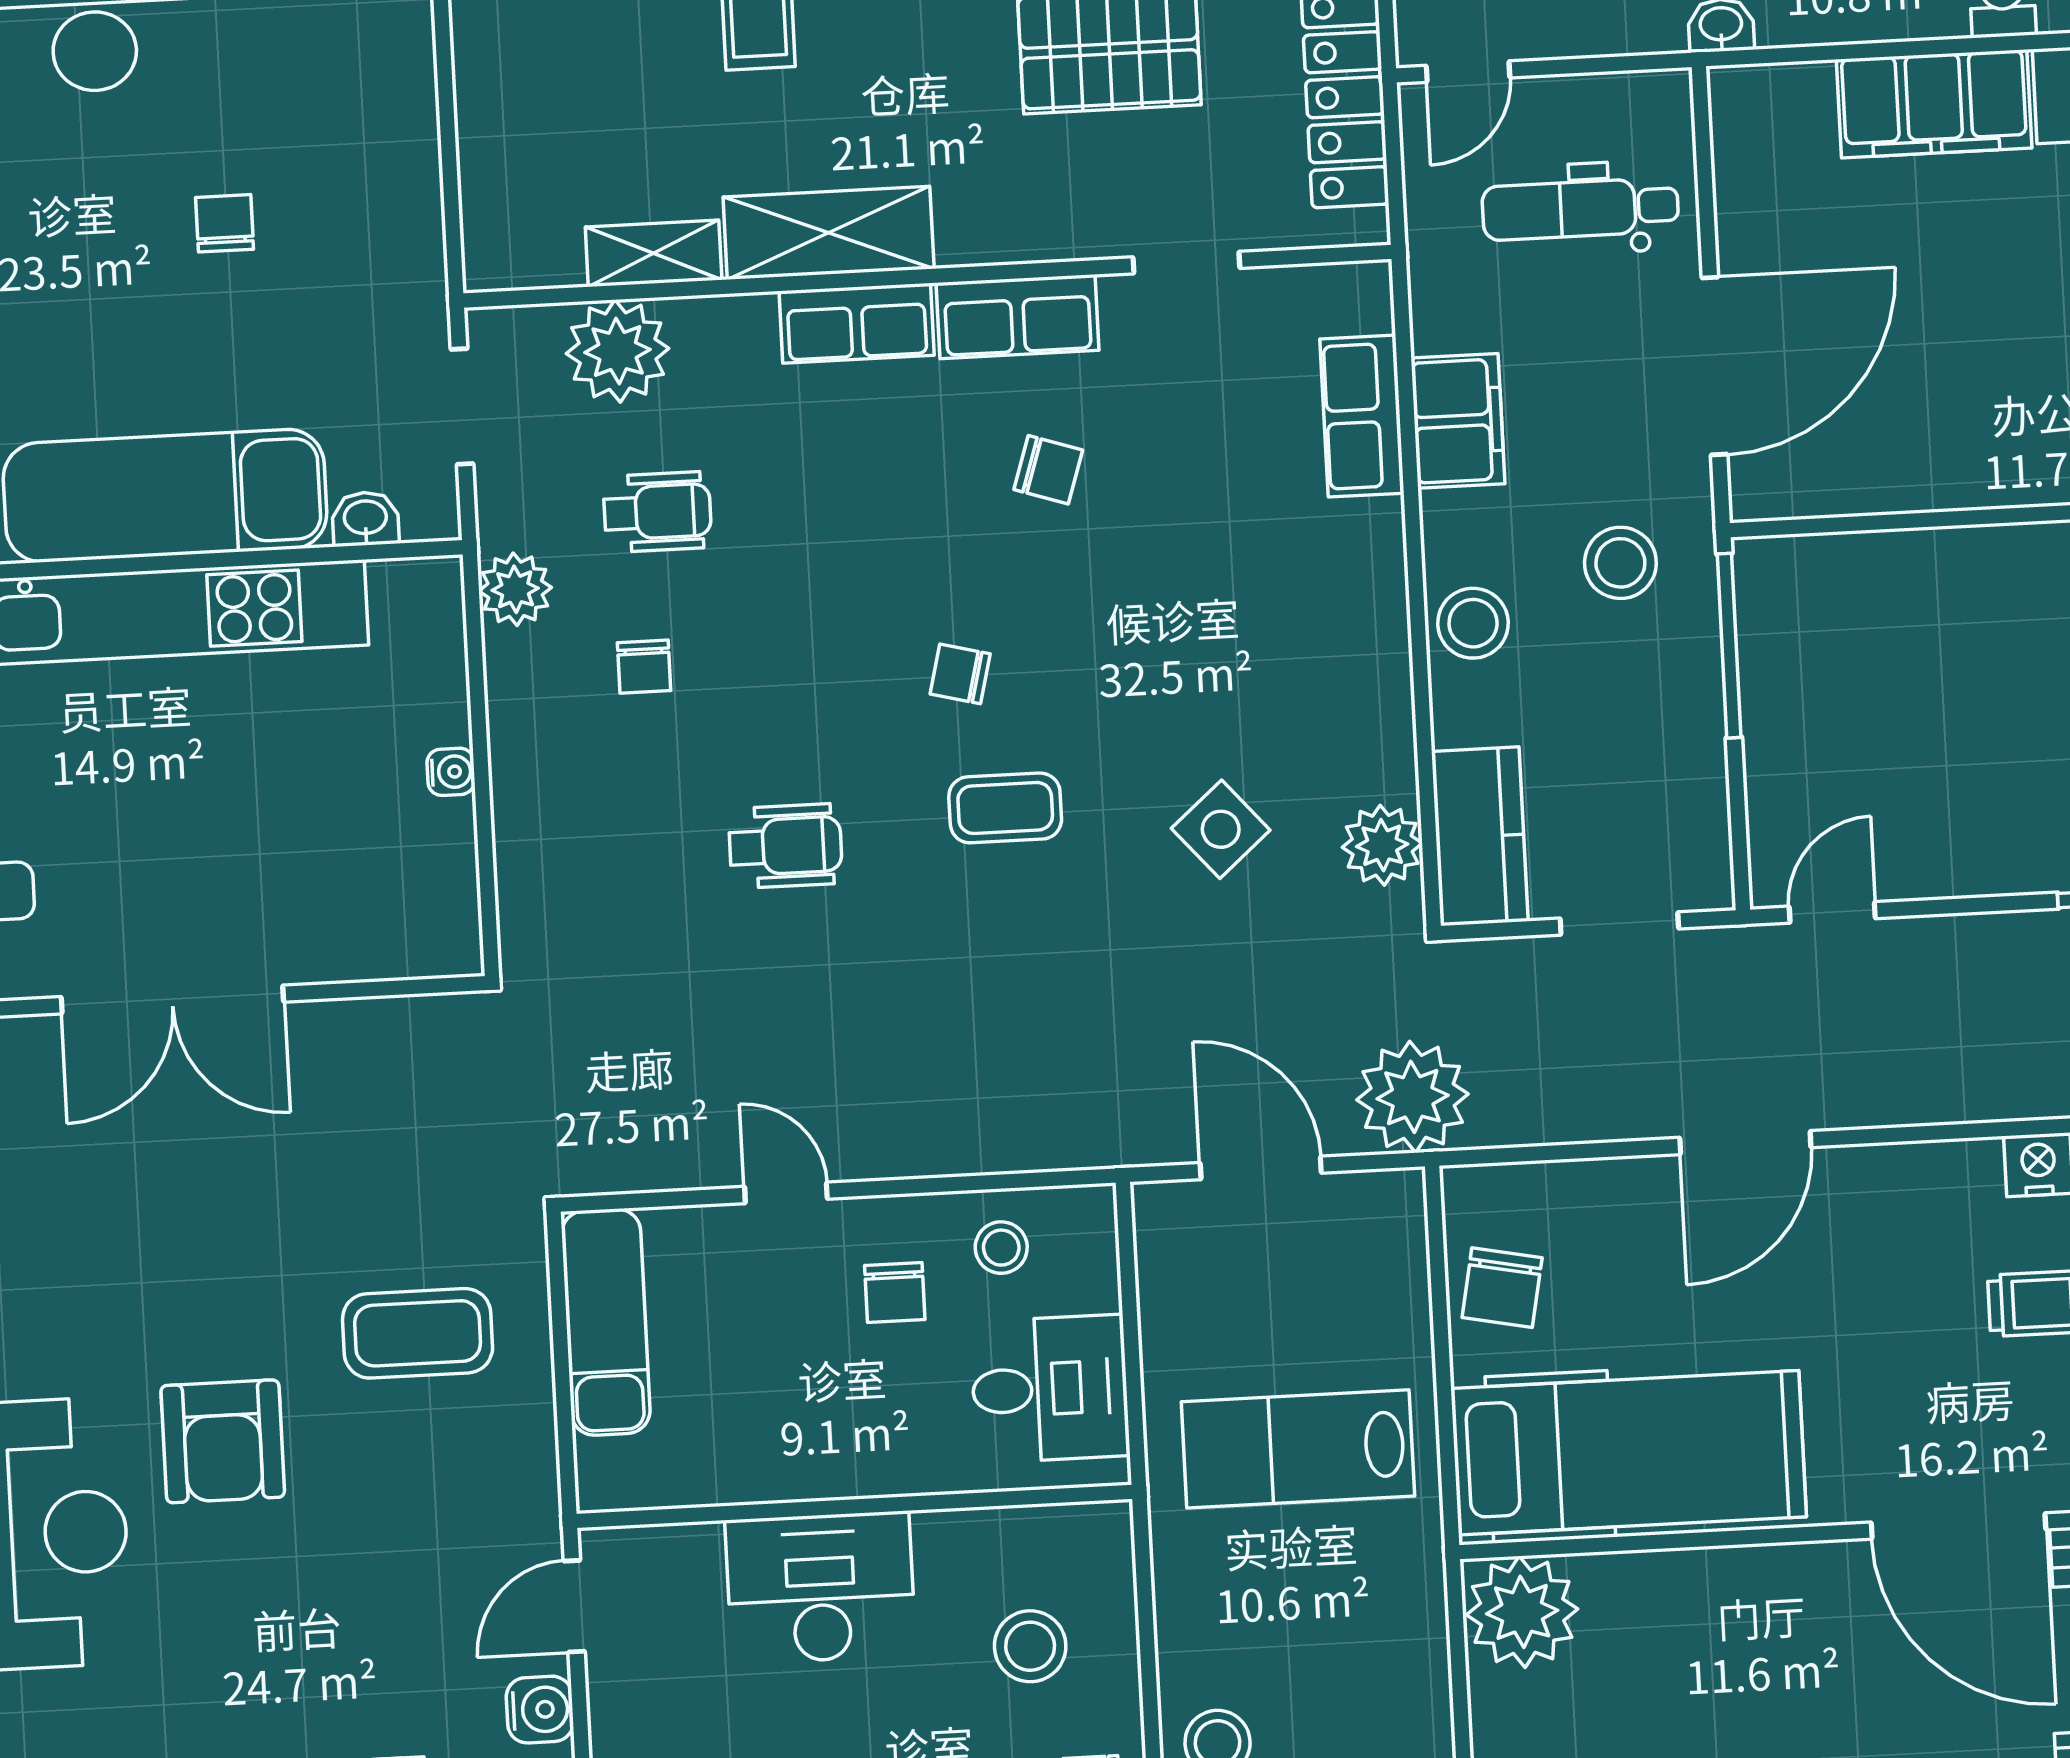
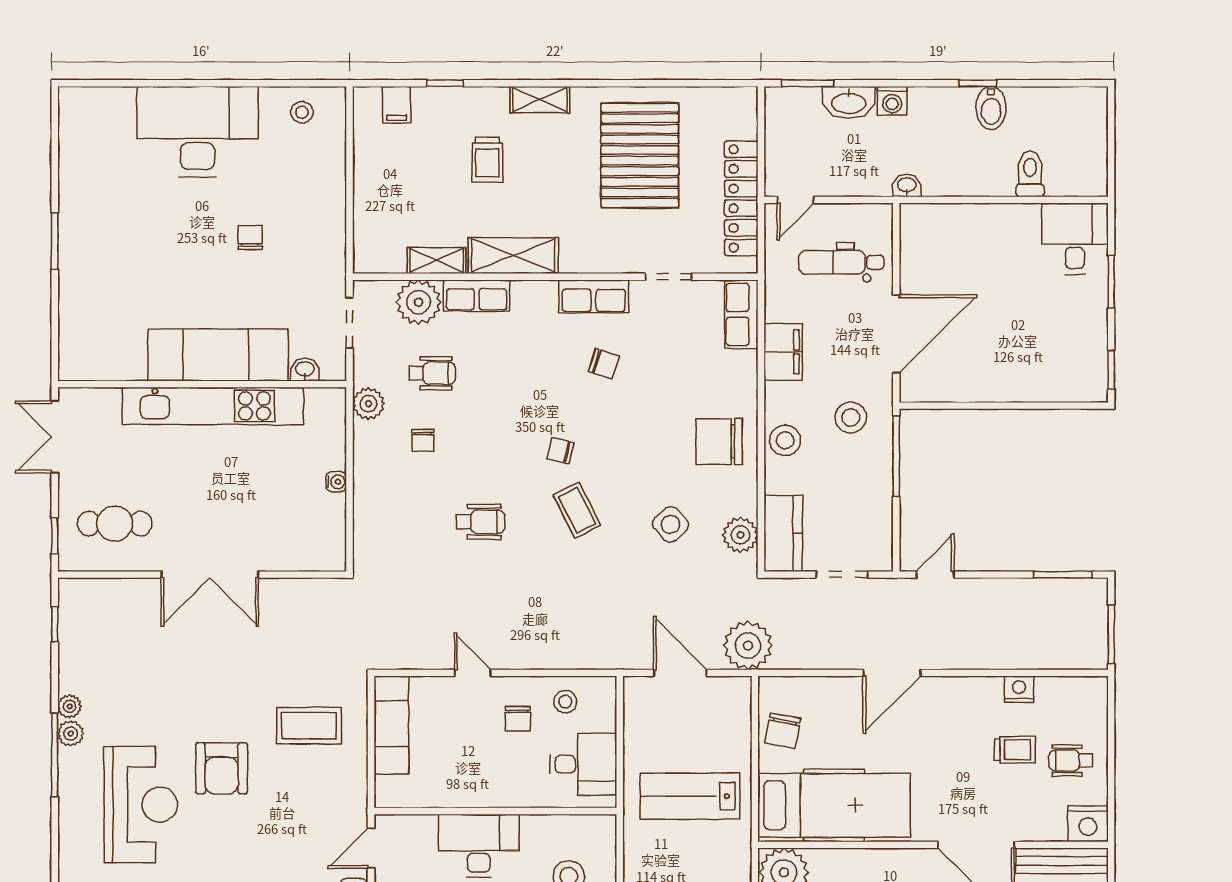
filing cabinet: (1934, 104) -> (998, 225), removed
row of seats: (857, 323) -> (477, 296), moved
row of seats: (1362, 416) -> (741, 314), moved
chair: (1322, 634) -> (719, 442), added
coffee table: (1005, 808) -> (577, 510), turned 63

